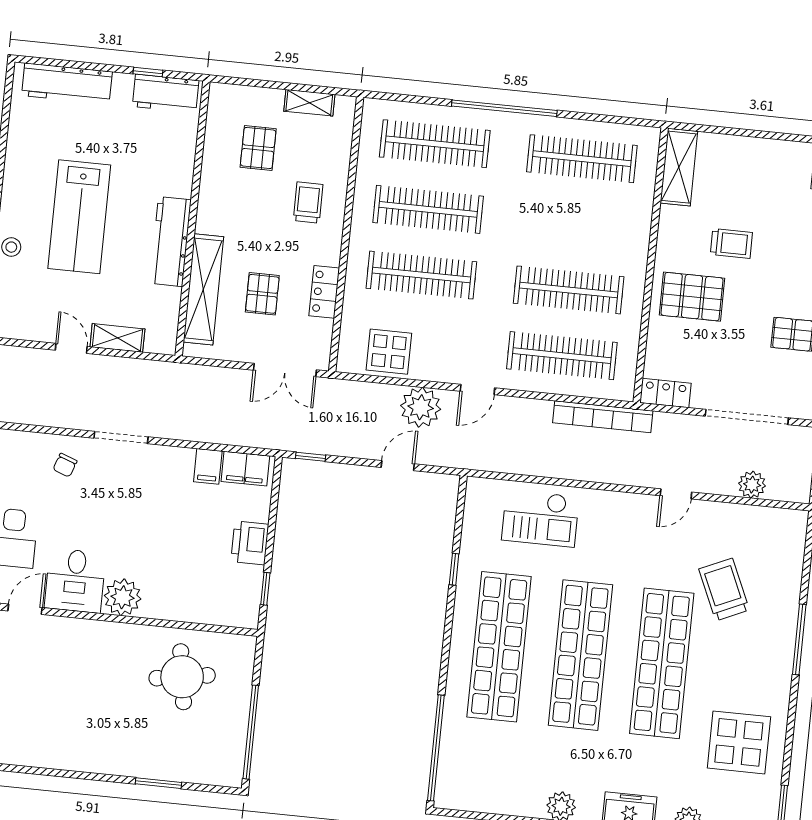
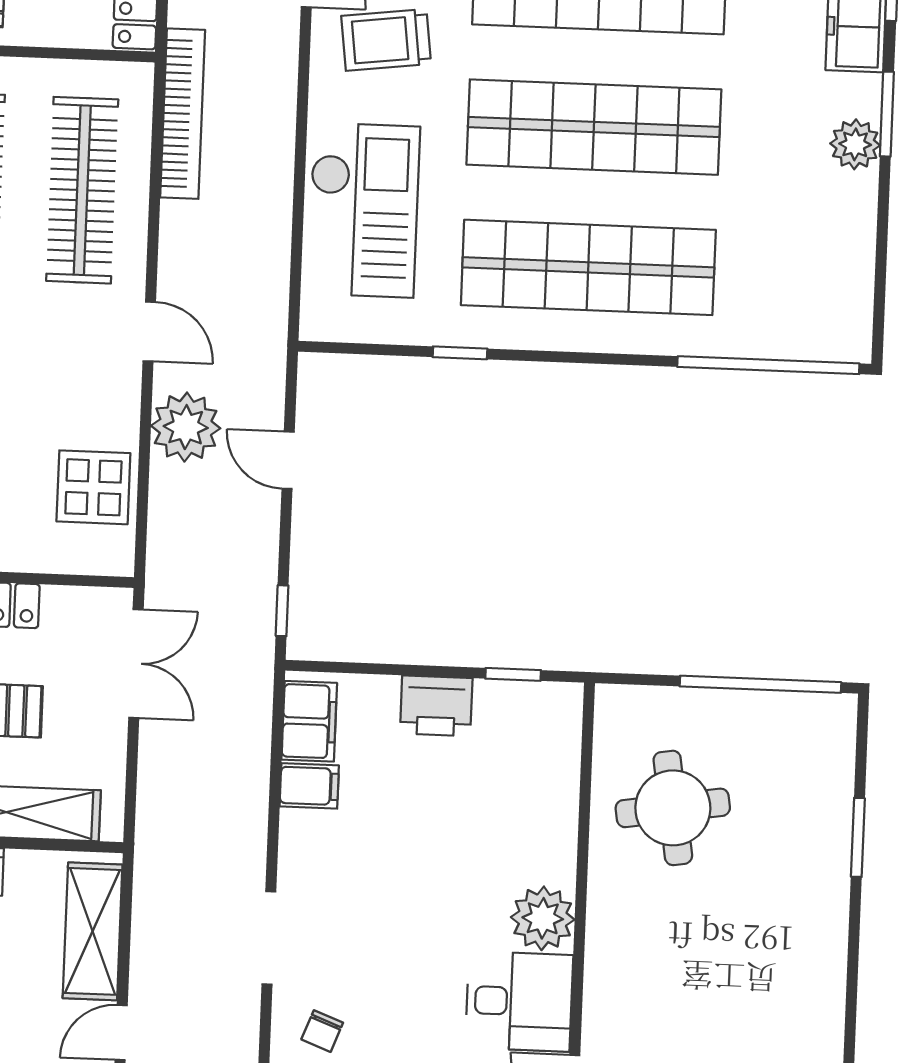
shelving: (117, 338) -> (93, 931), width x1.50, depth x1.33
chair: (65, 465) -> (322, 1031), turned 91
checkout: (540, 518) -> (363, 210), width x1.36, depth x1.21
trolley: (638, 537) -> (386, 40), added

